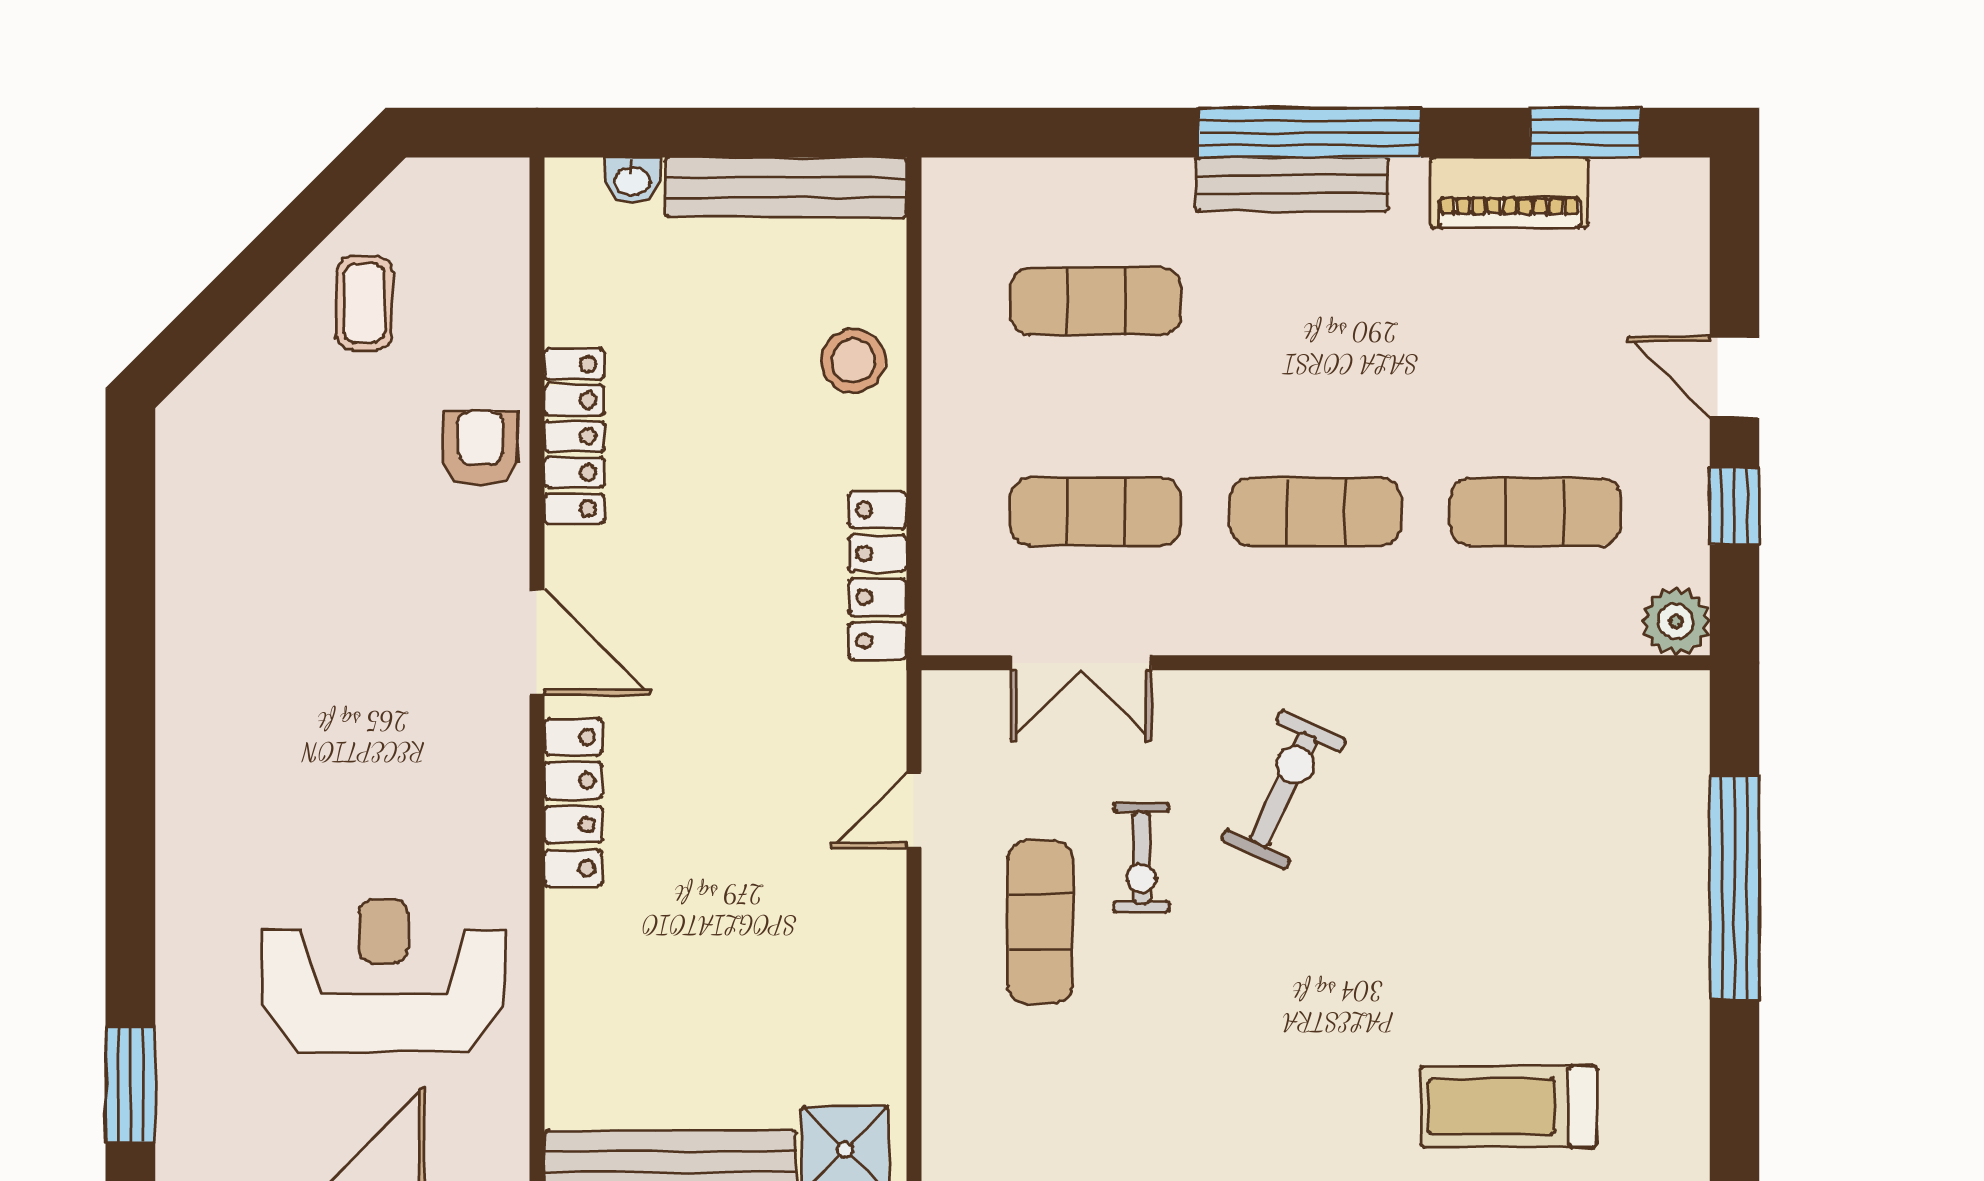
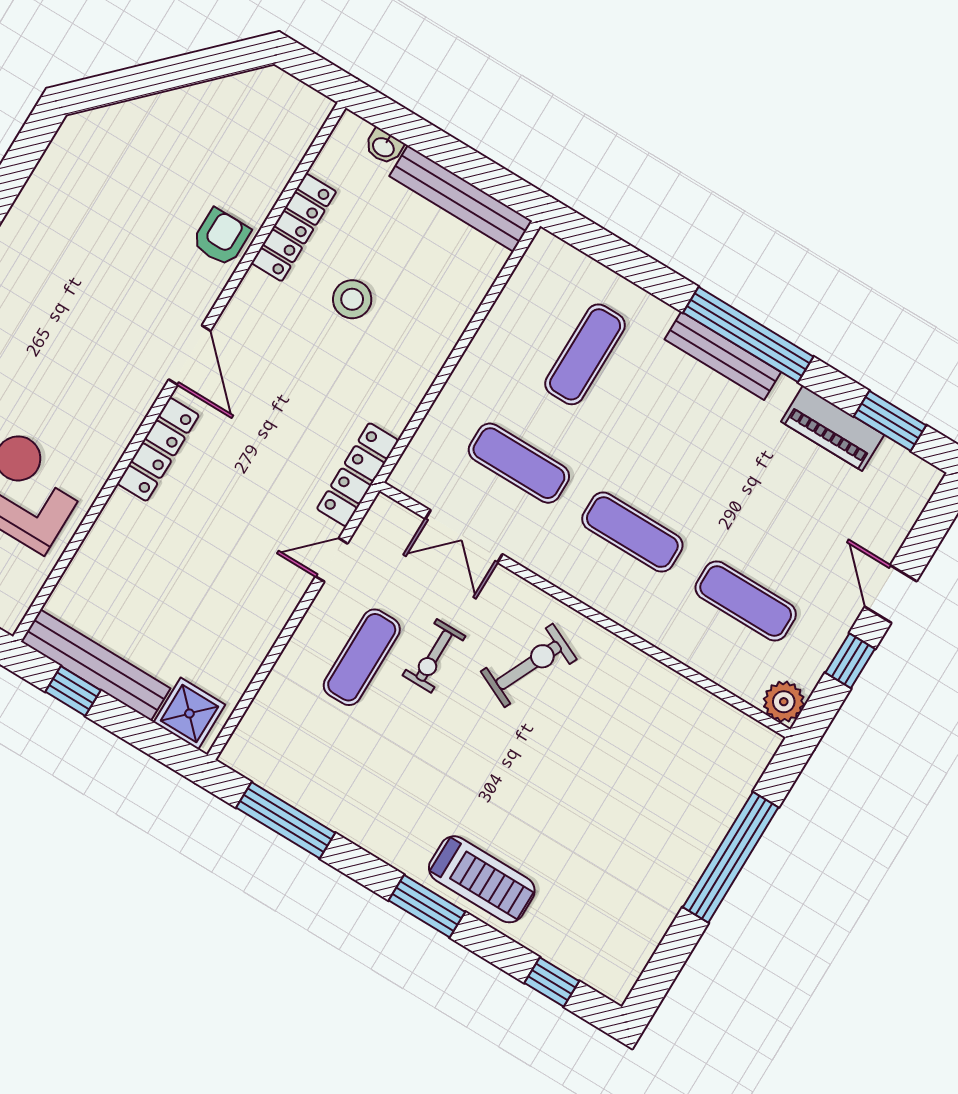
exercise mat: (1096, 301) -> (585, 354), turned 90
coffee table: (364, 303) -> (207, 126), removed
stool: (853, 361) -> (352, 299), moved
locker: (574, 436) -> (294, 227), moved
locker: (878, 575) -> (358, 475), moved
treadmill: (1509, 1107) -> (482, 879), moved, turned 180

